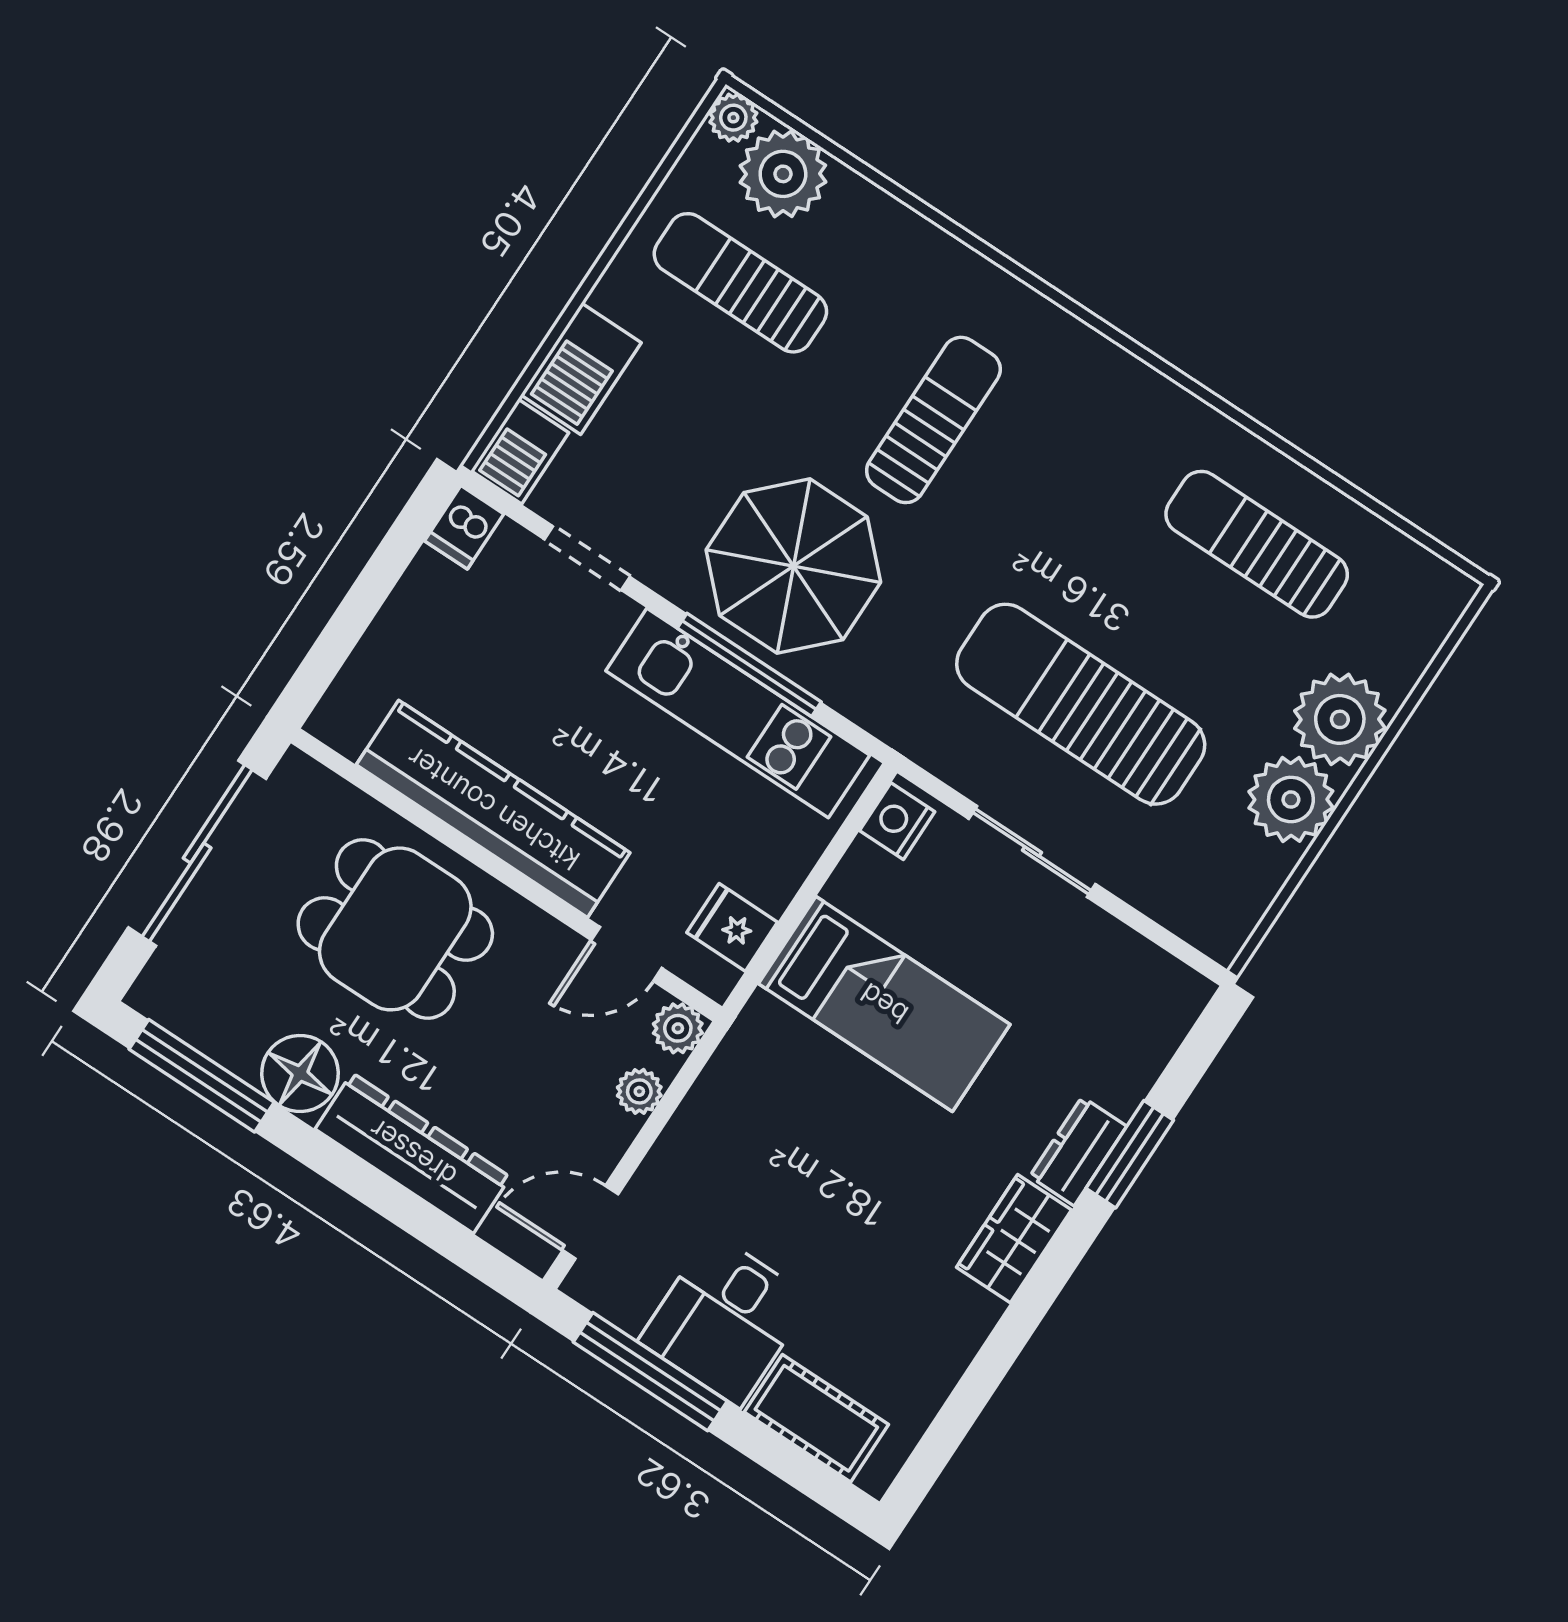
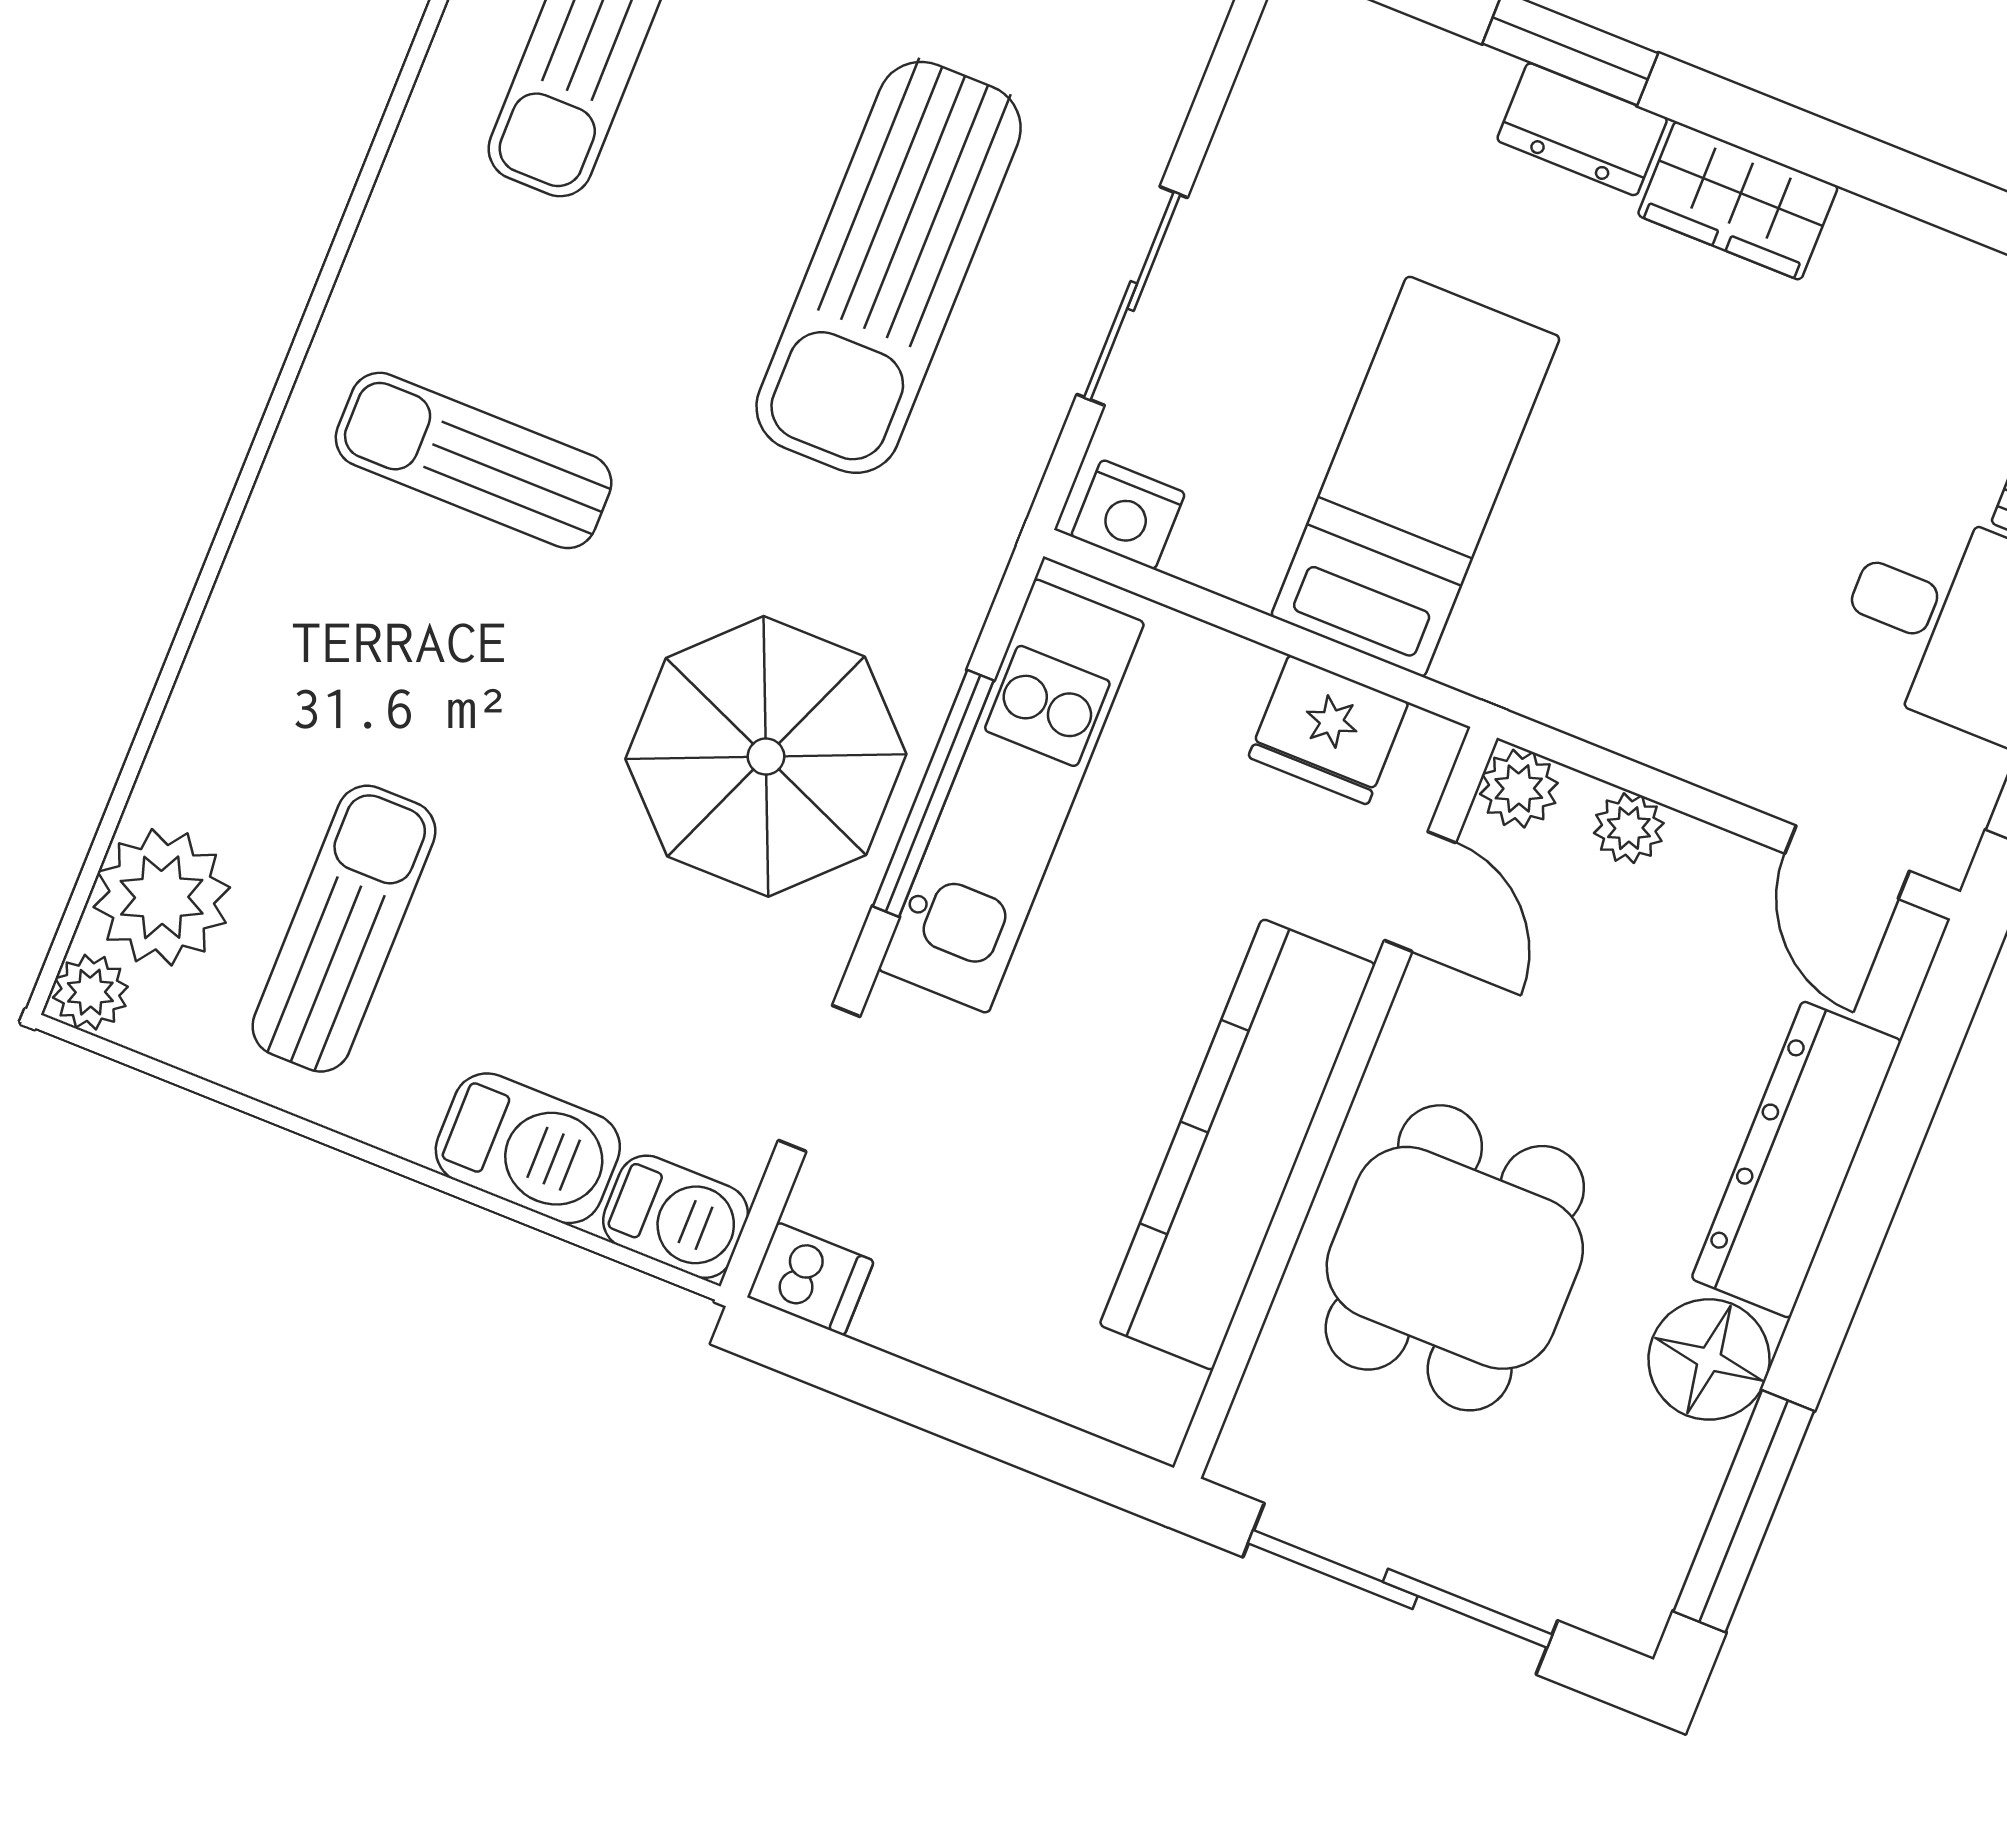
sun lounger: (740, 283) -> (344, 929), turned 180
sun lounger: (933, 420) -> (474, 460), moved
fridge: (732, 927) -> (1328, 730), width x1.38

